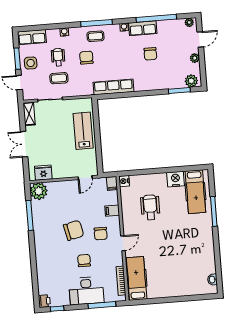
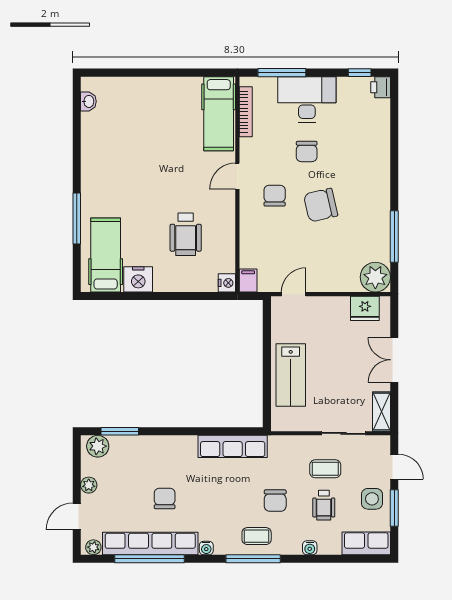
row of seats: (143, 28) -> (150, 543), width x2.02
double door: (24, 144) -> (394, 360), swing flipped
filing cabinet: (112, 211) -> (252, 234), removed

